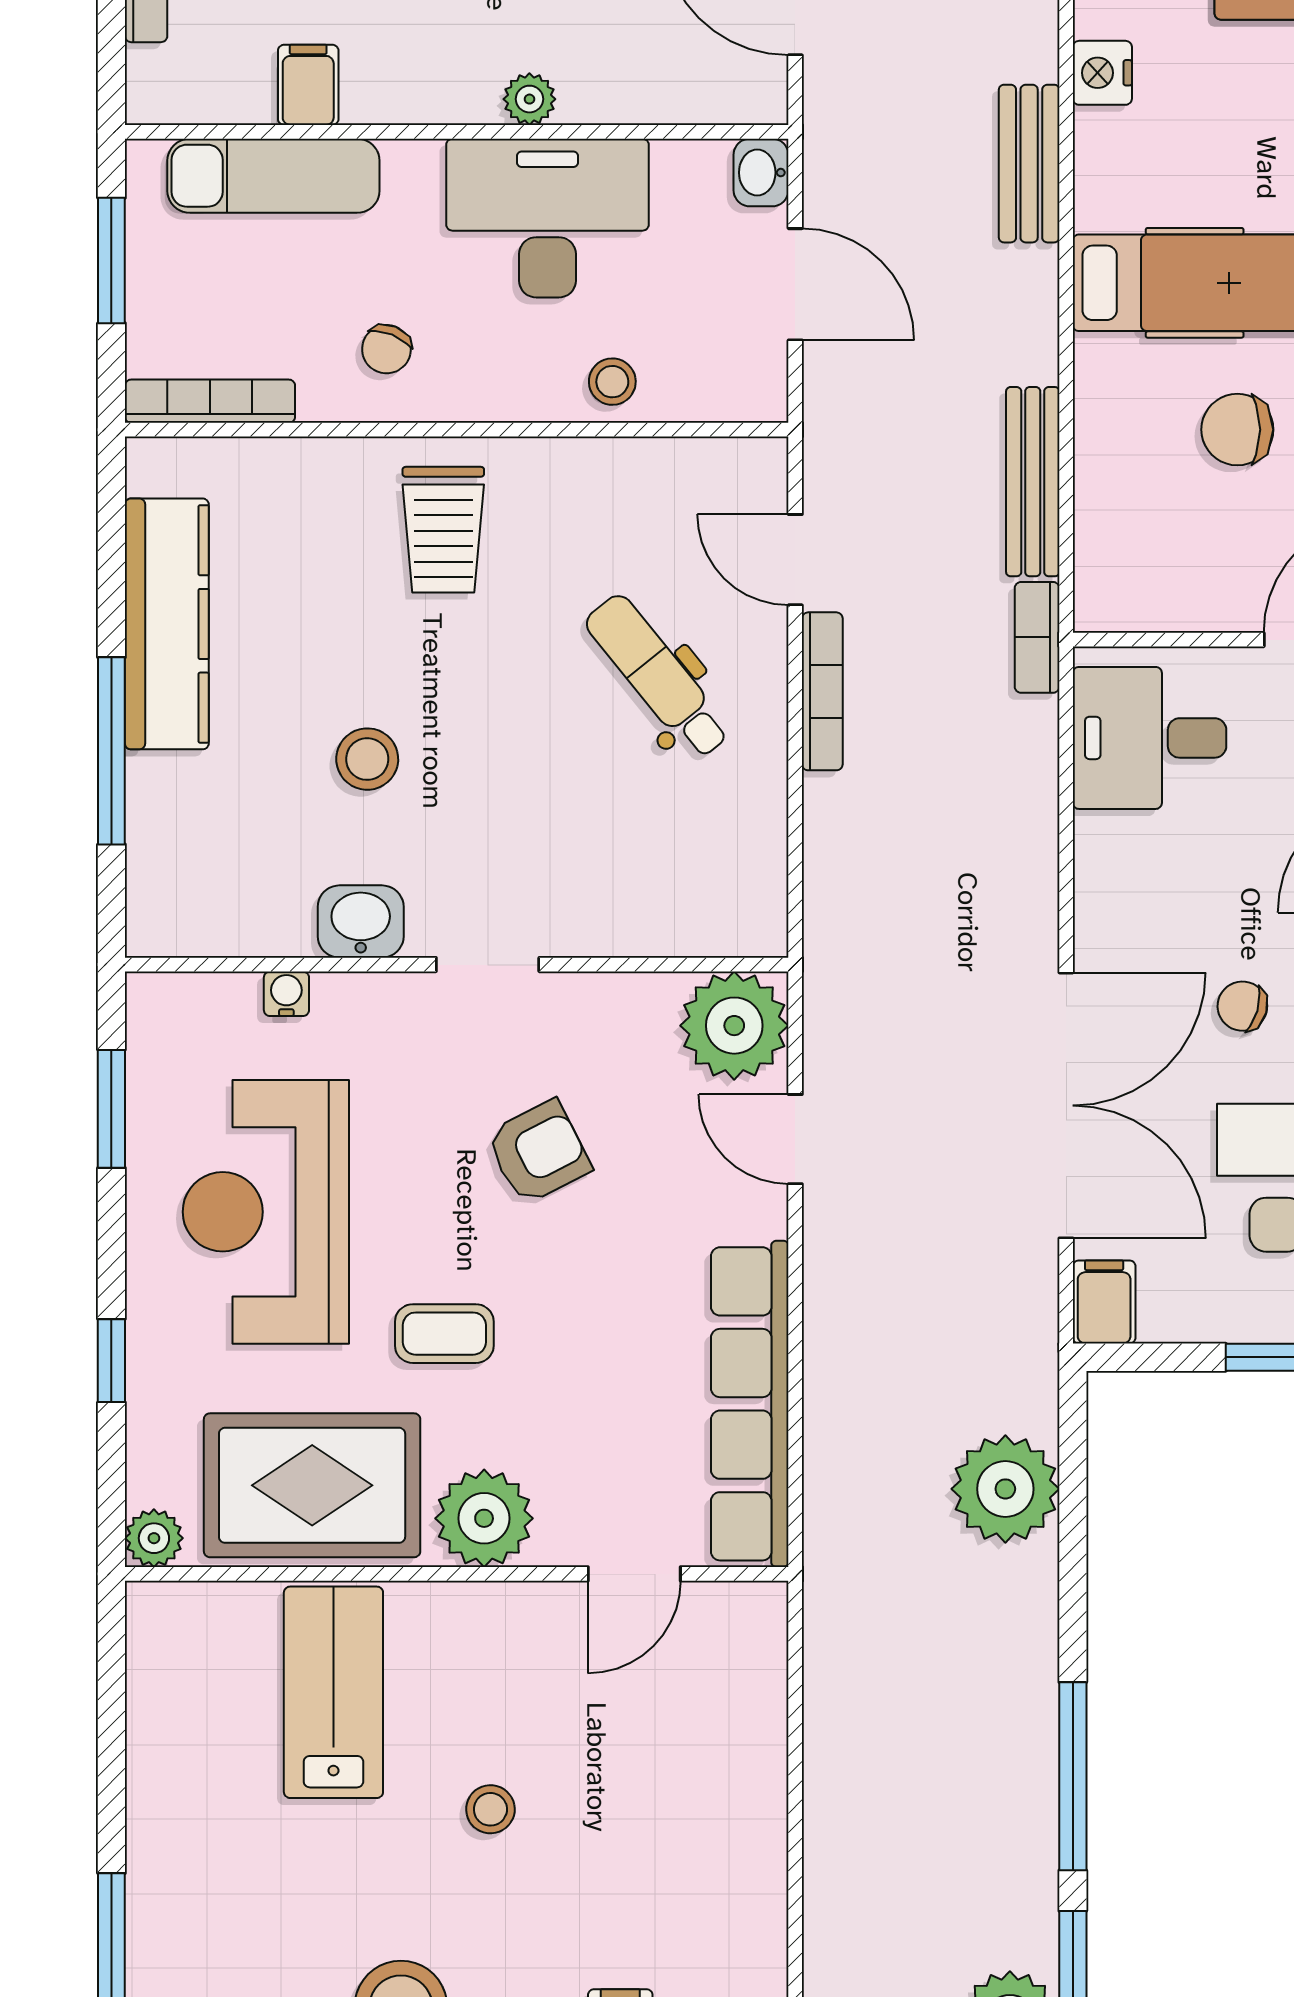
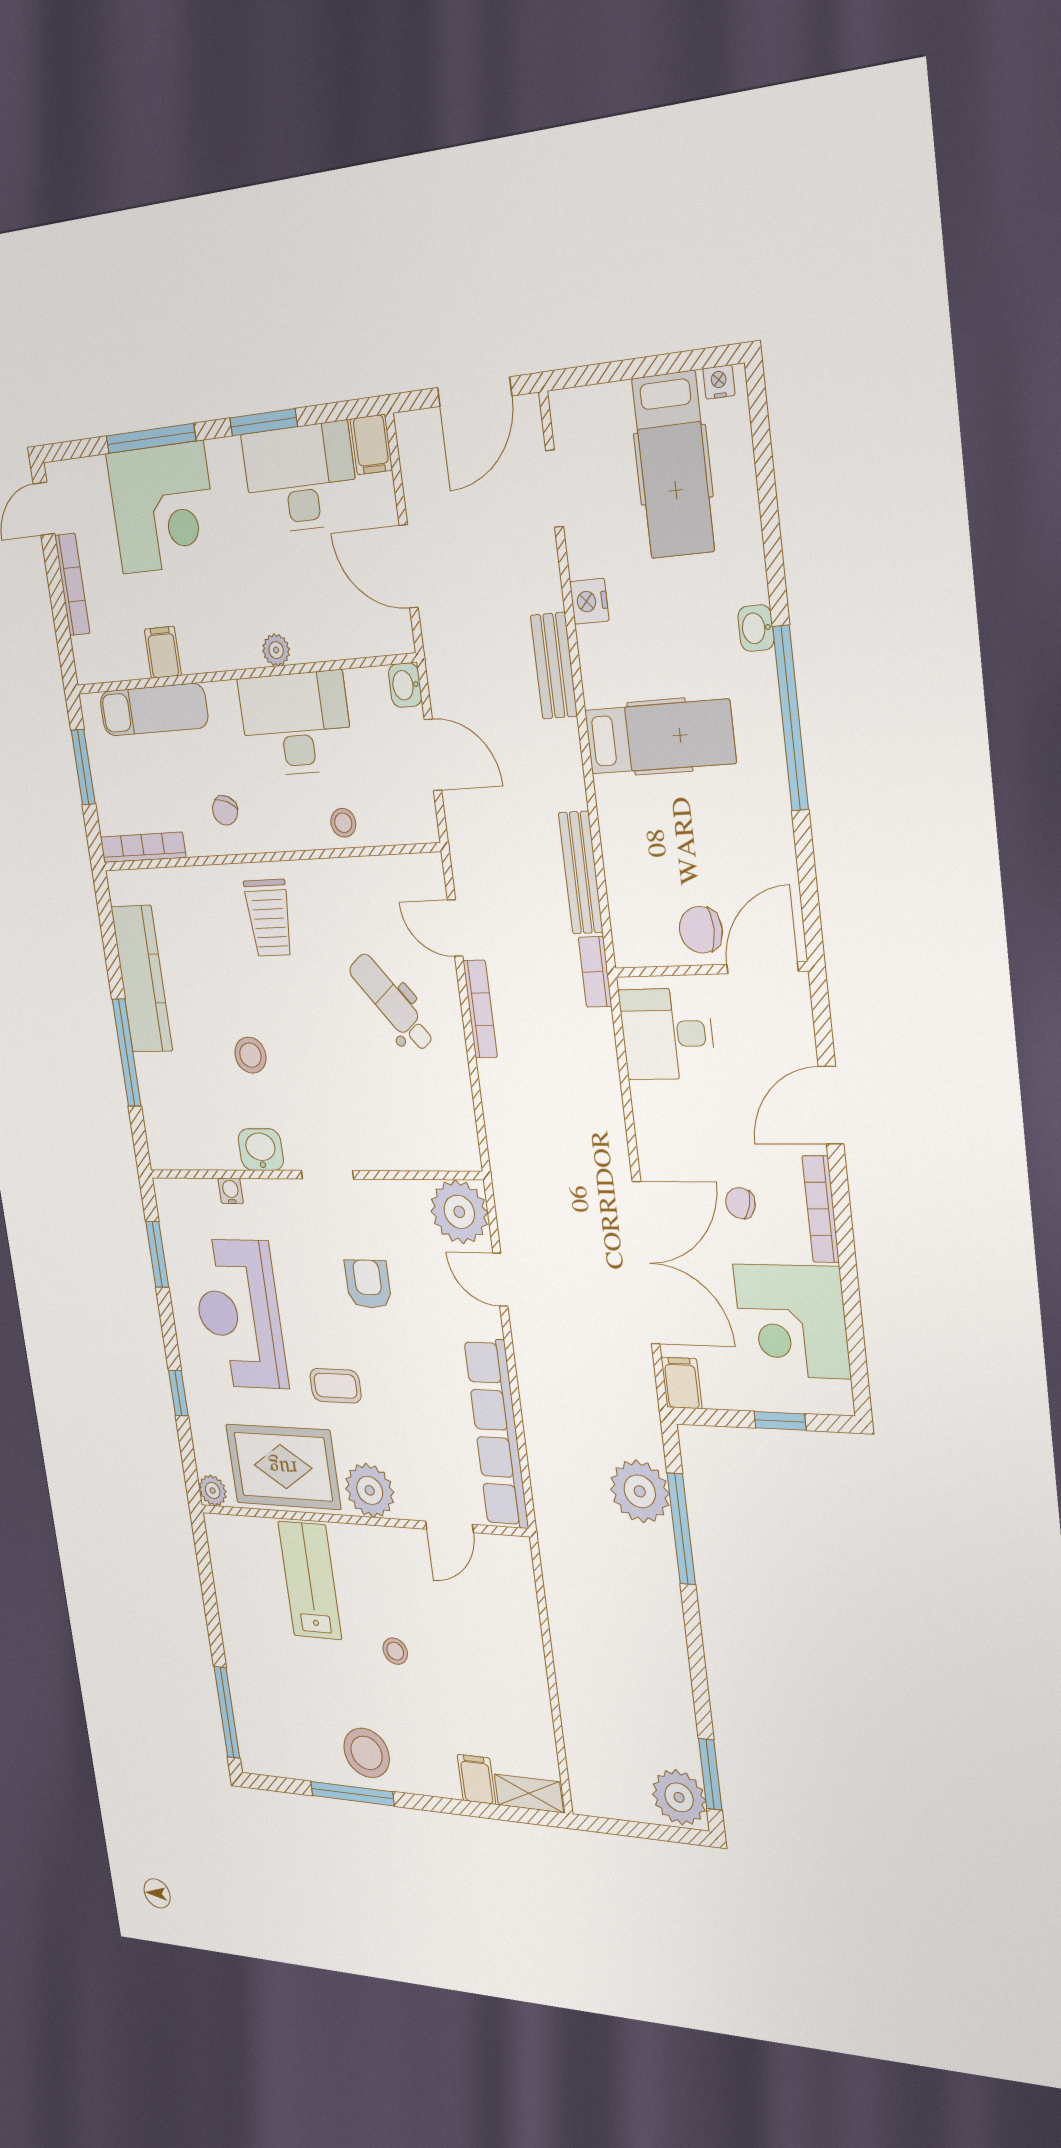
chair: (1237, 430) -> (701, 930), moved
armchair: (538, 1152) -> (368, 1284), turned -63
window: (1073, 1776) -> (681, 1529), moved

